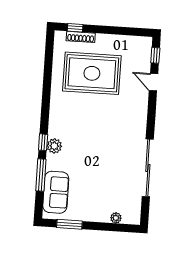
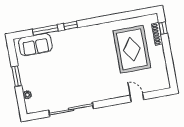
window: (155, 55) -> (157, 94), removed
door: (154, 82) -> (137, 97), hinge flipped
plant: (54, 146) -> (70, 35), removed
window: (69, 224) -> (16, 76), moved

